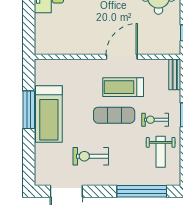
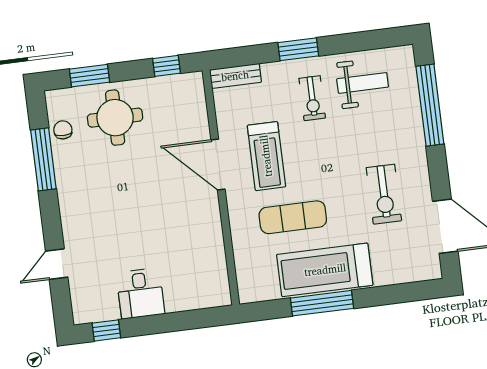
treadmill: (49, 114) -> (325, 270), turned 180
exercise mat: (114, 115) -> (293, 217), moved, turned 90

